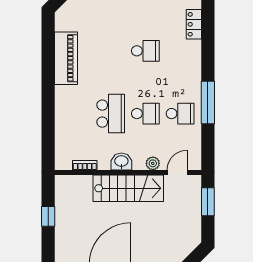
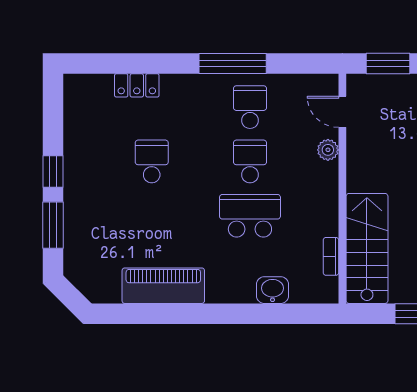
locker: (194, 24) -> (137, 85), moved
washbasin: (121, 162) -> (272, 290), moved, turned 90
stairs: (128, 188) -> (367, 248), moved

